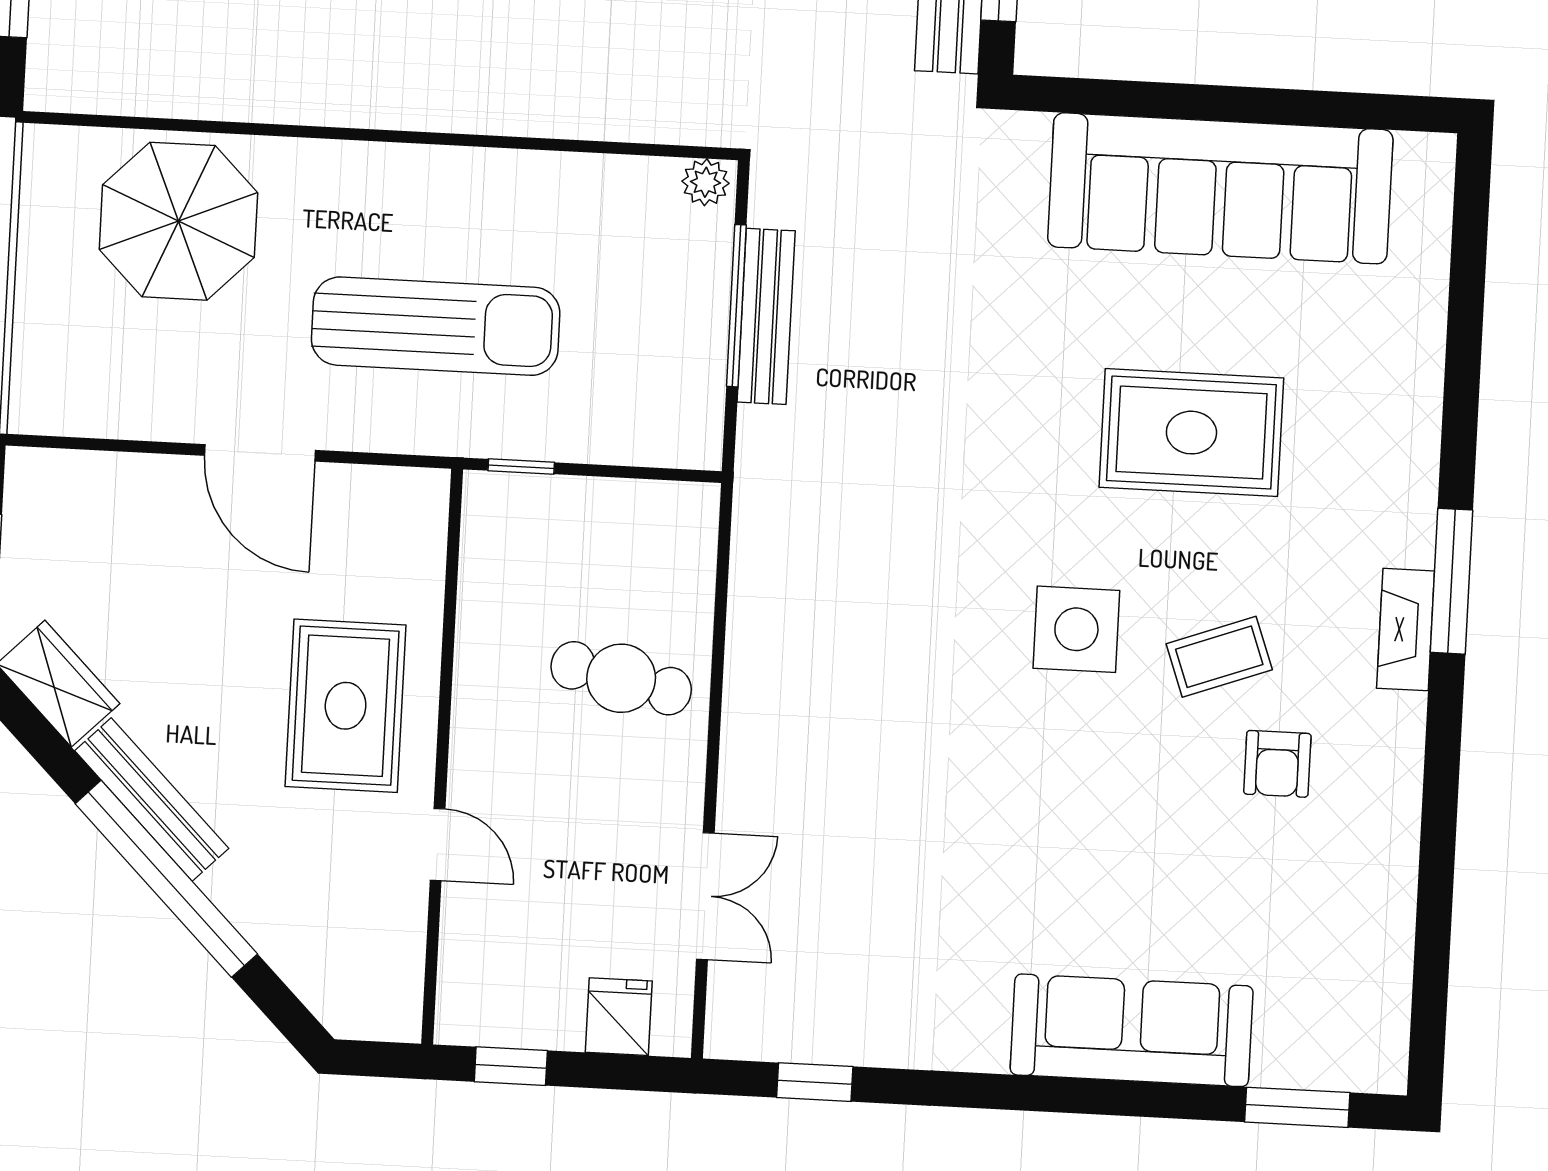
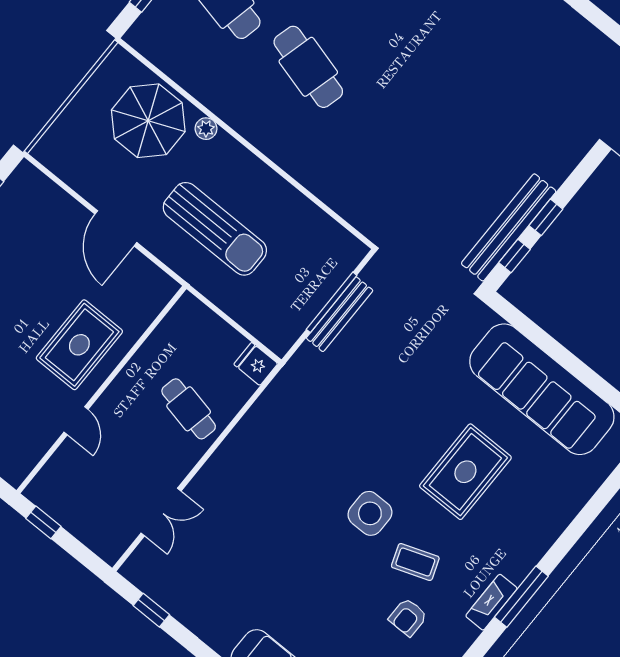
plant: (706, 182) -> (206, 129), moved
rug: (1191, 433) -> (465, 472), turned 90
window: (521, 467) -> (209, 304), removed
fridge: (619, 1017) -> (256, 364), moved, turned -90

